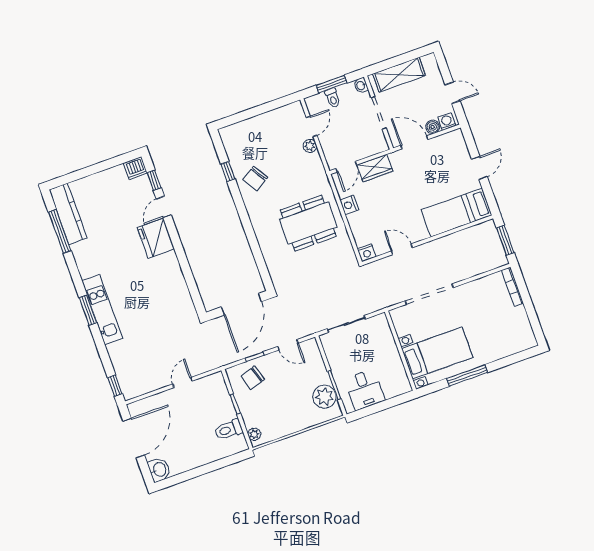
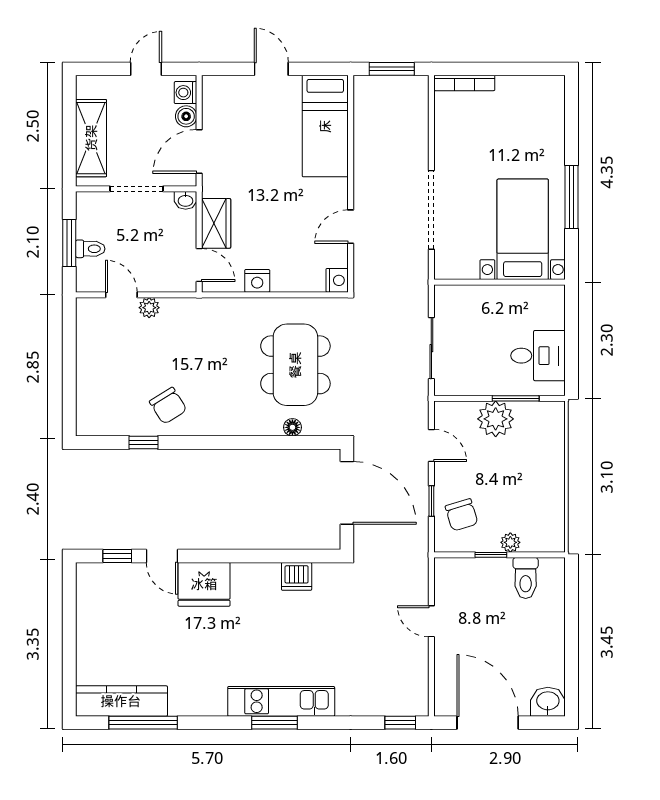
washbasin: (361, 85) -> (186, 200), moved
dishwasher: (135, 168) -> (297, 576), moved, turned 90
dining table: (308, 223) -> (295, 365), moved
floor lamp: (269, 258) -> (292, 427), added
door: (288, 345) -> (431, 445), hinge flipped
plant: (324, 397) -> (496, 419), moved
plant: (254, 434) -> (510, 542), moved

